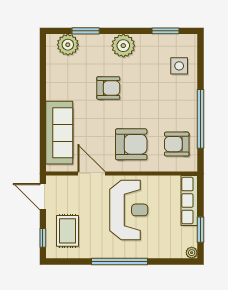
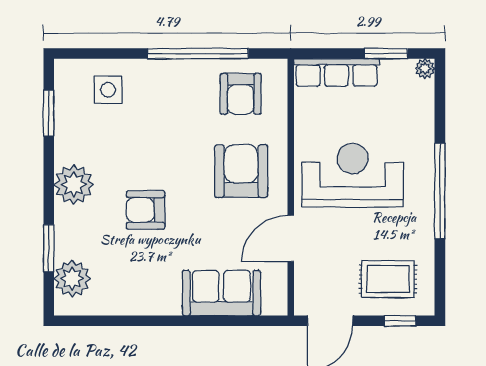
armchair: (108, 88) -> (146, 210), turned -90
sofa: (59, 133) -> (221, 293), width x0.73

